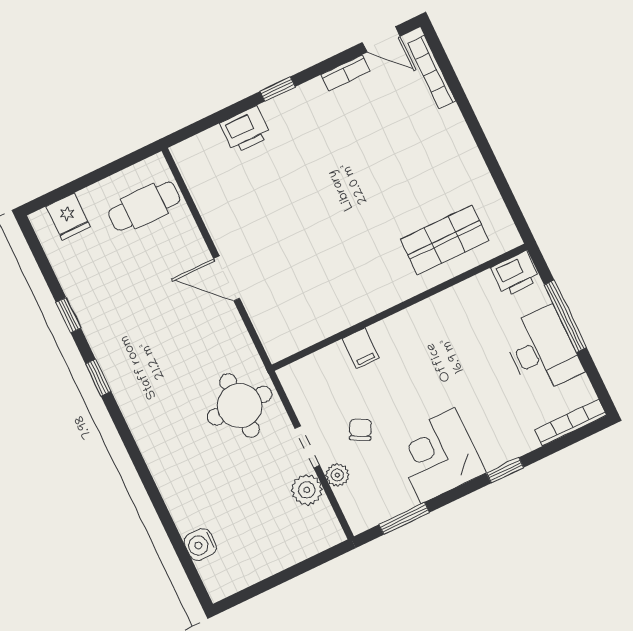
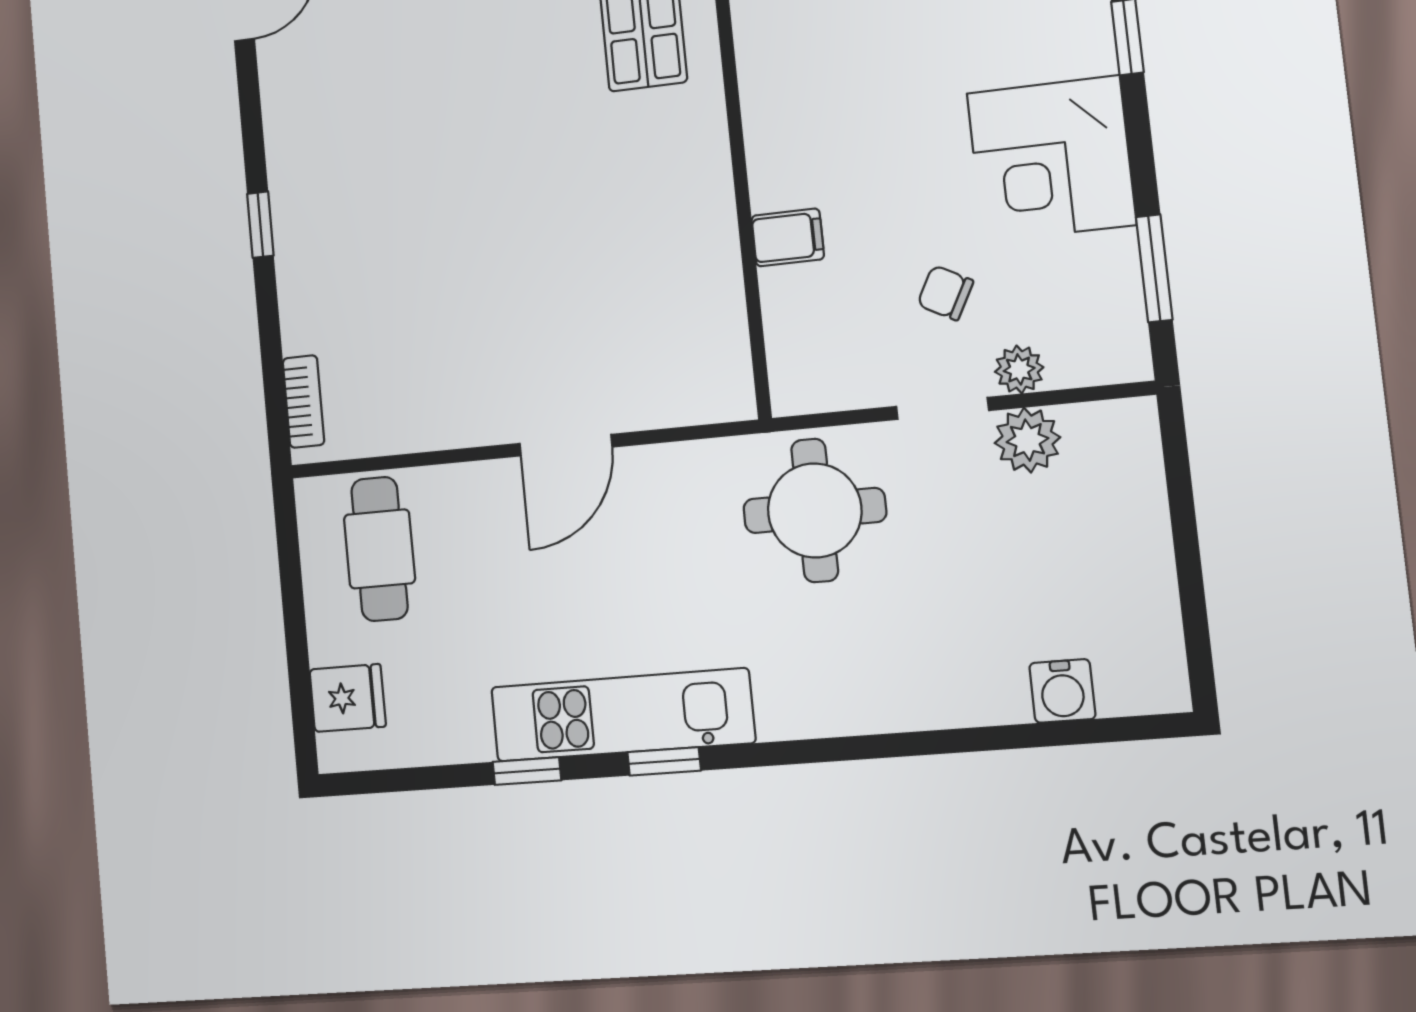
bookcase: (345, 73) -> (304, 401), moved
printer: (245, 130) -> (311, 310), removed
kitchen unit: (112, 350) -> (622, 715), added

